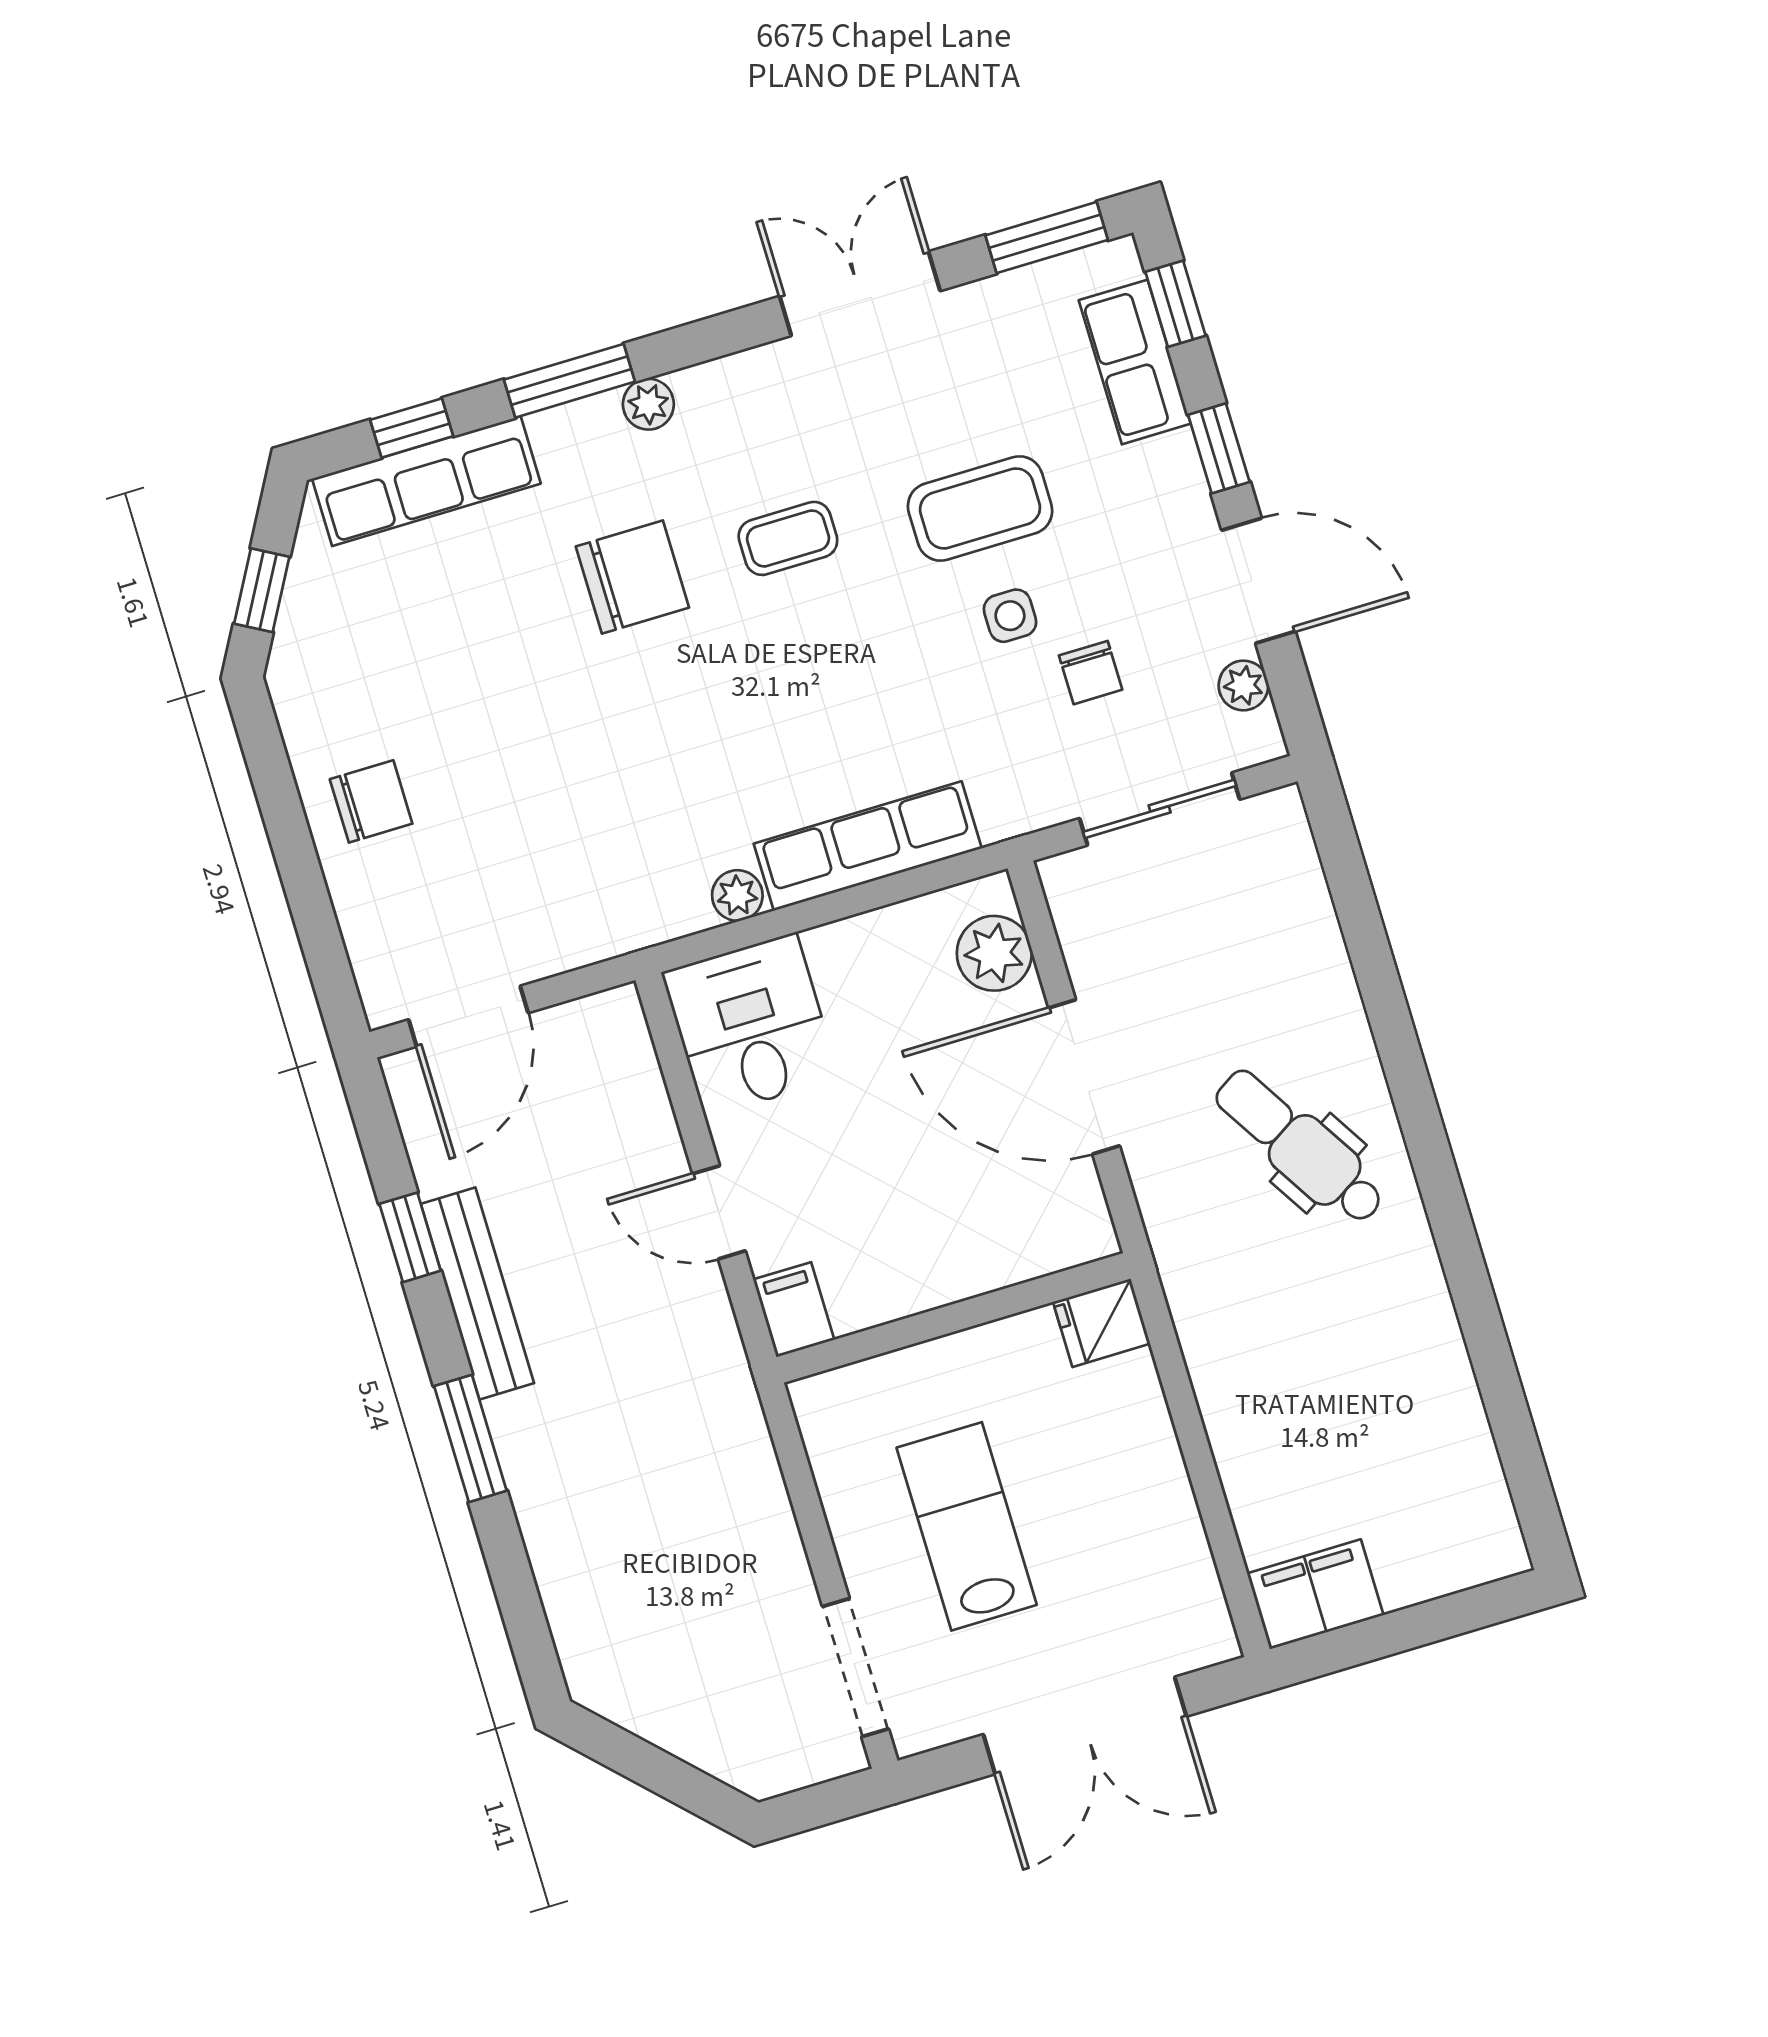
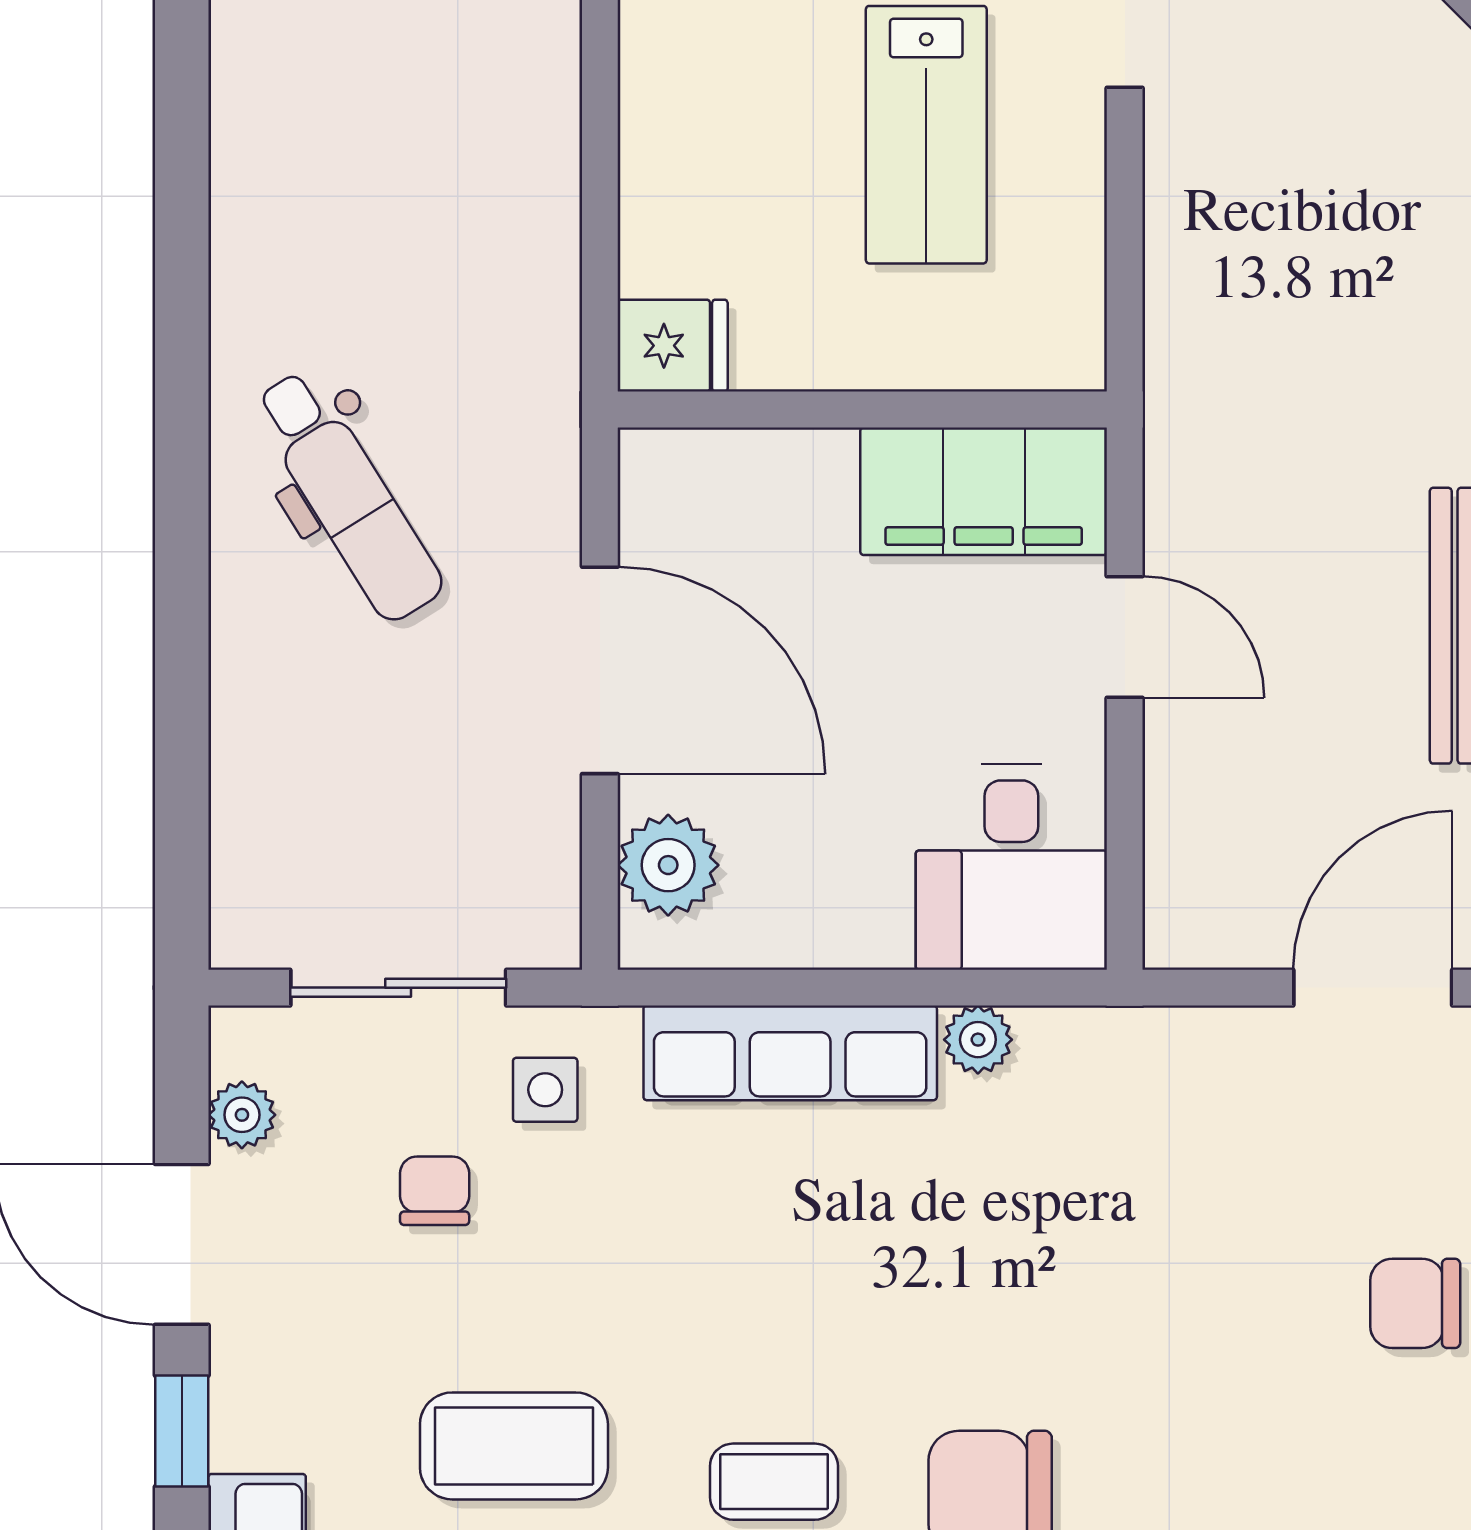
side table: (1010, 616) -> (545, 1090), moved
filing cabinet: (794, 1310) -> (984, 491), width x3.00, depth x1.17

